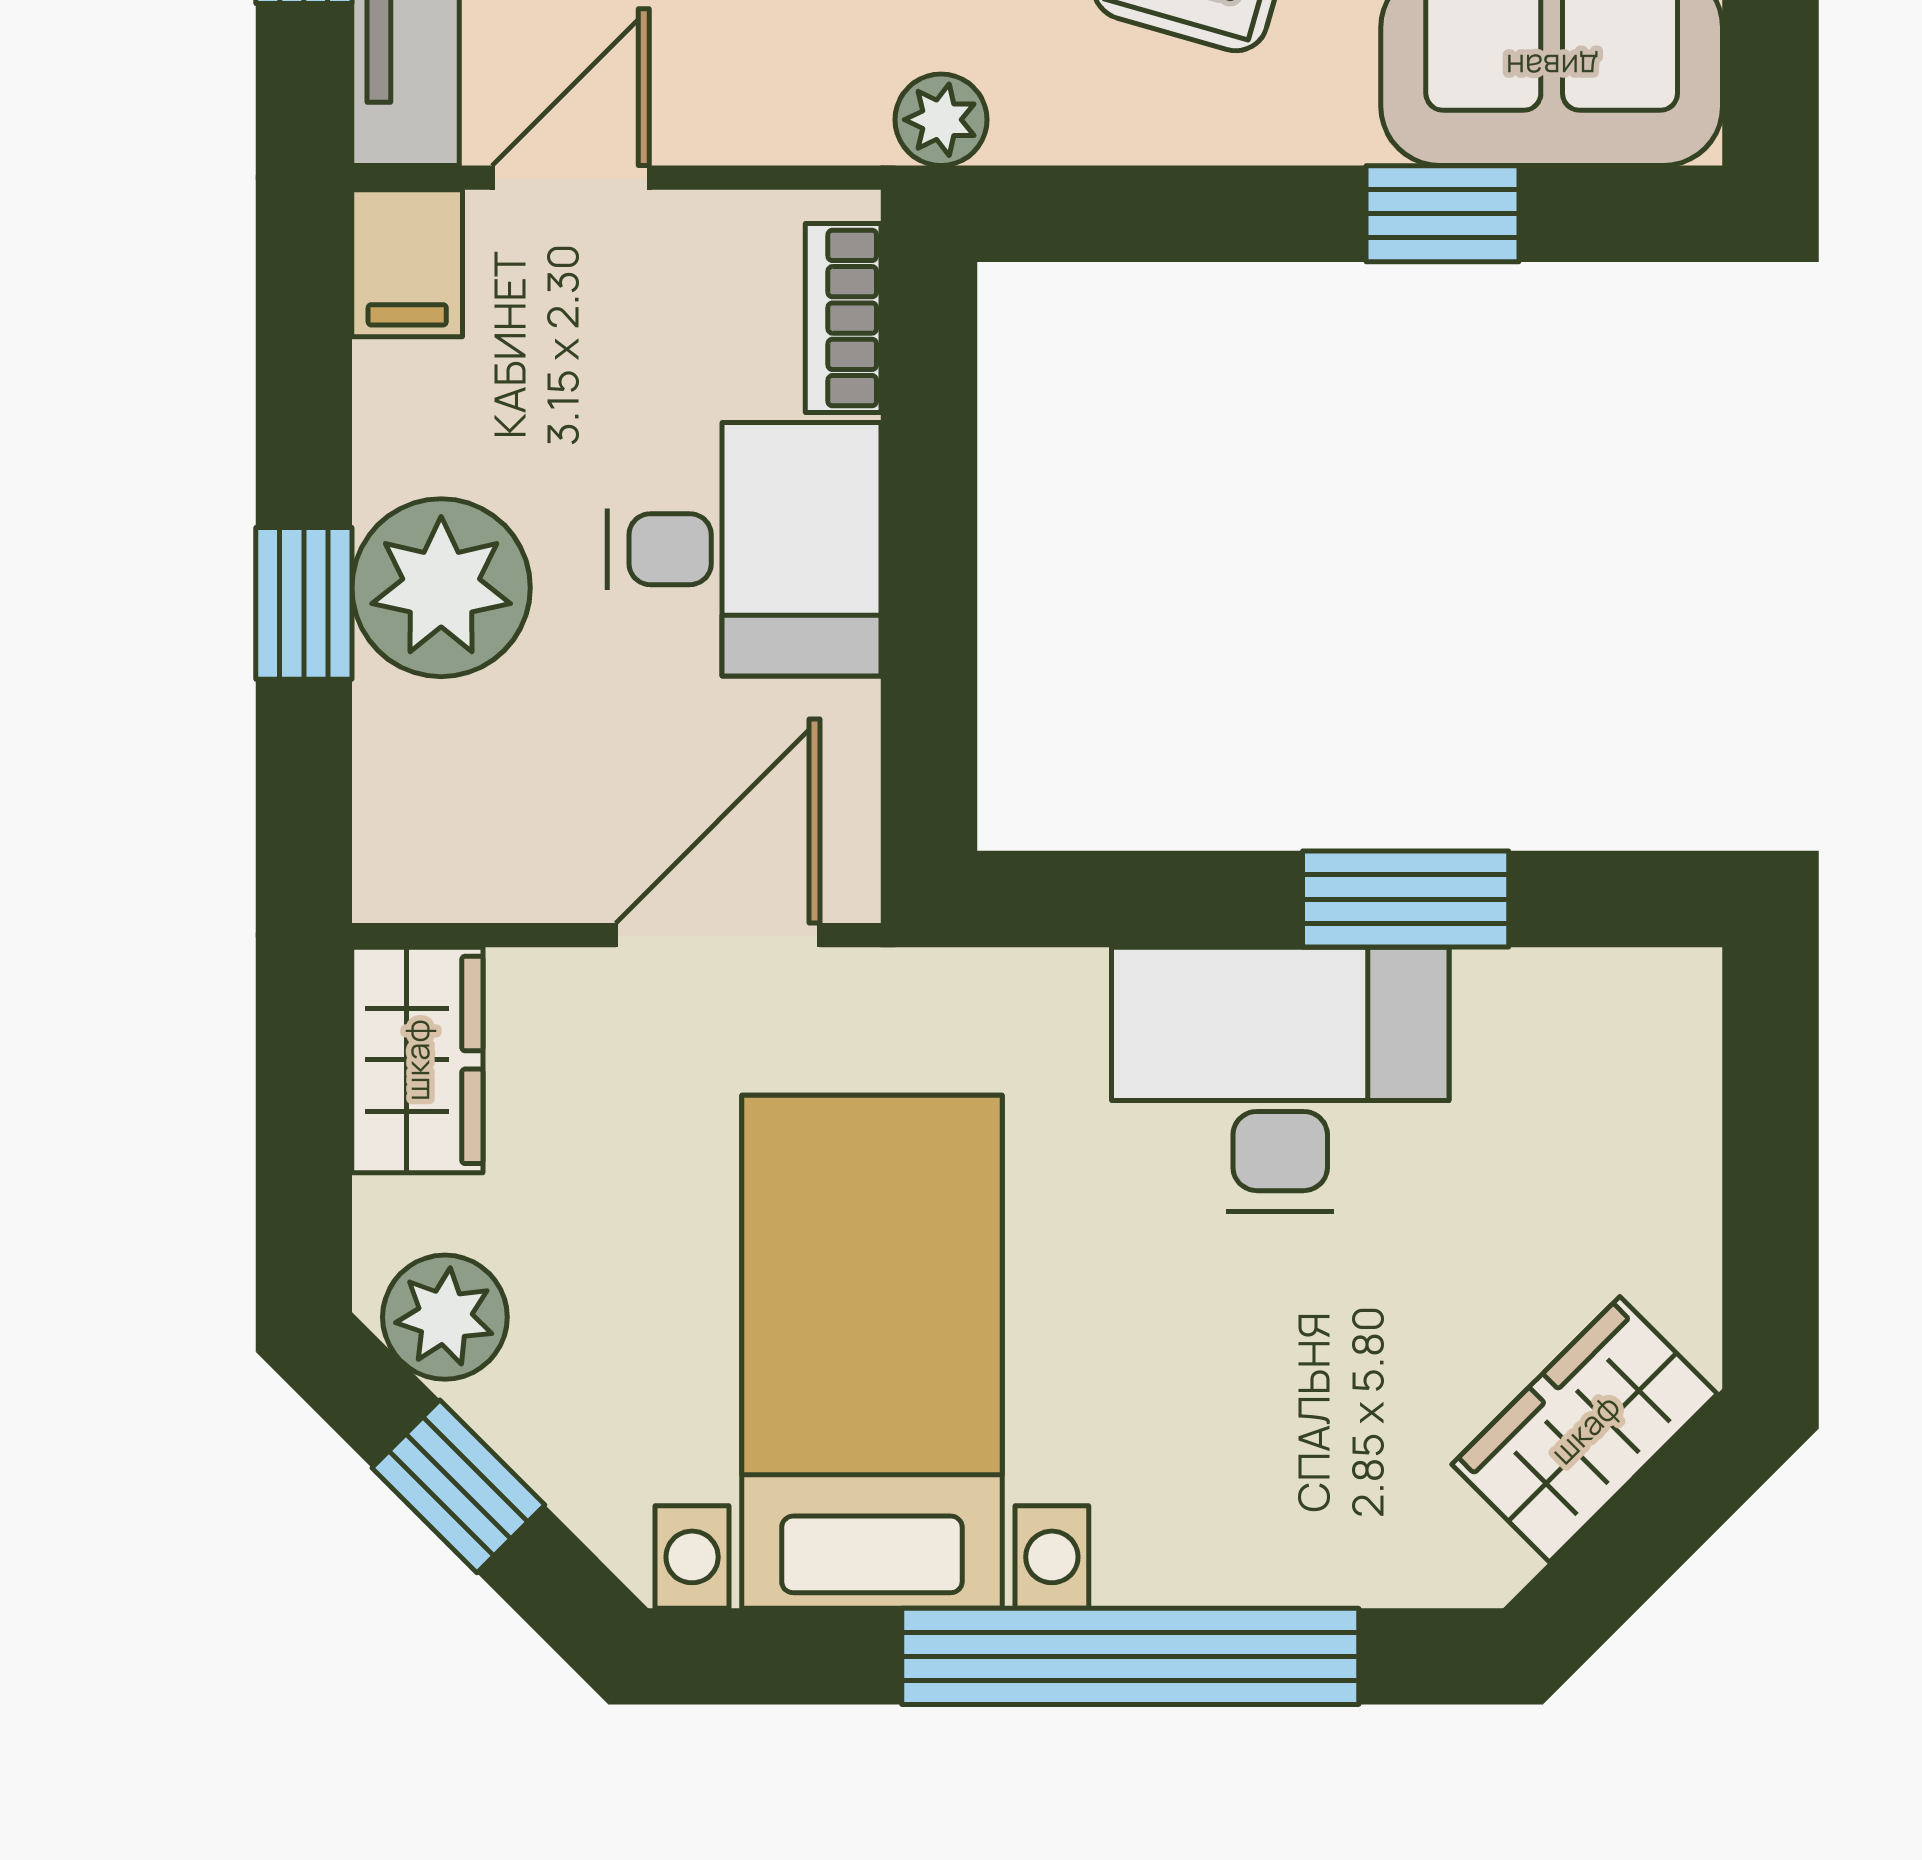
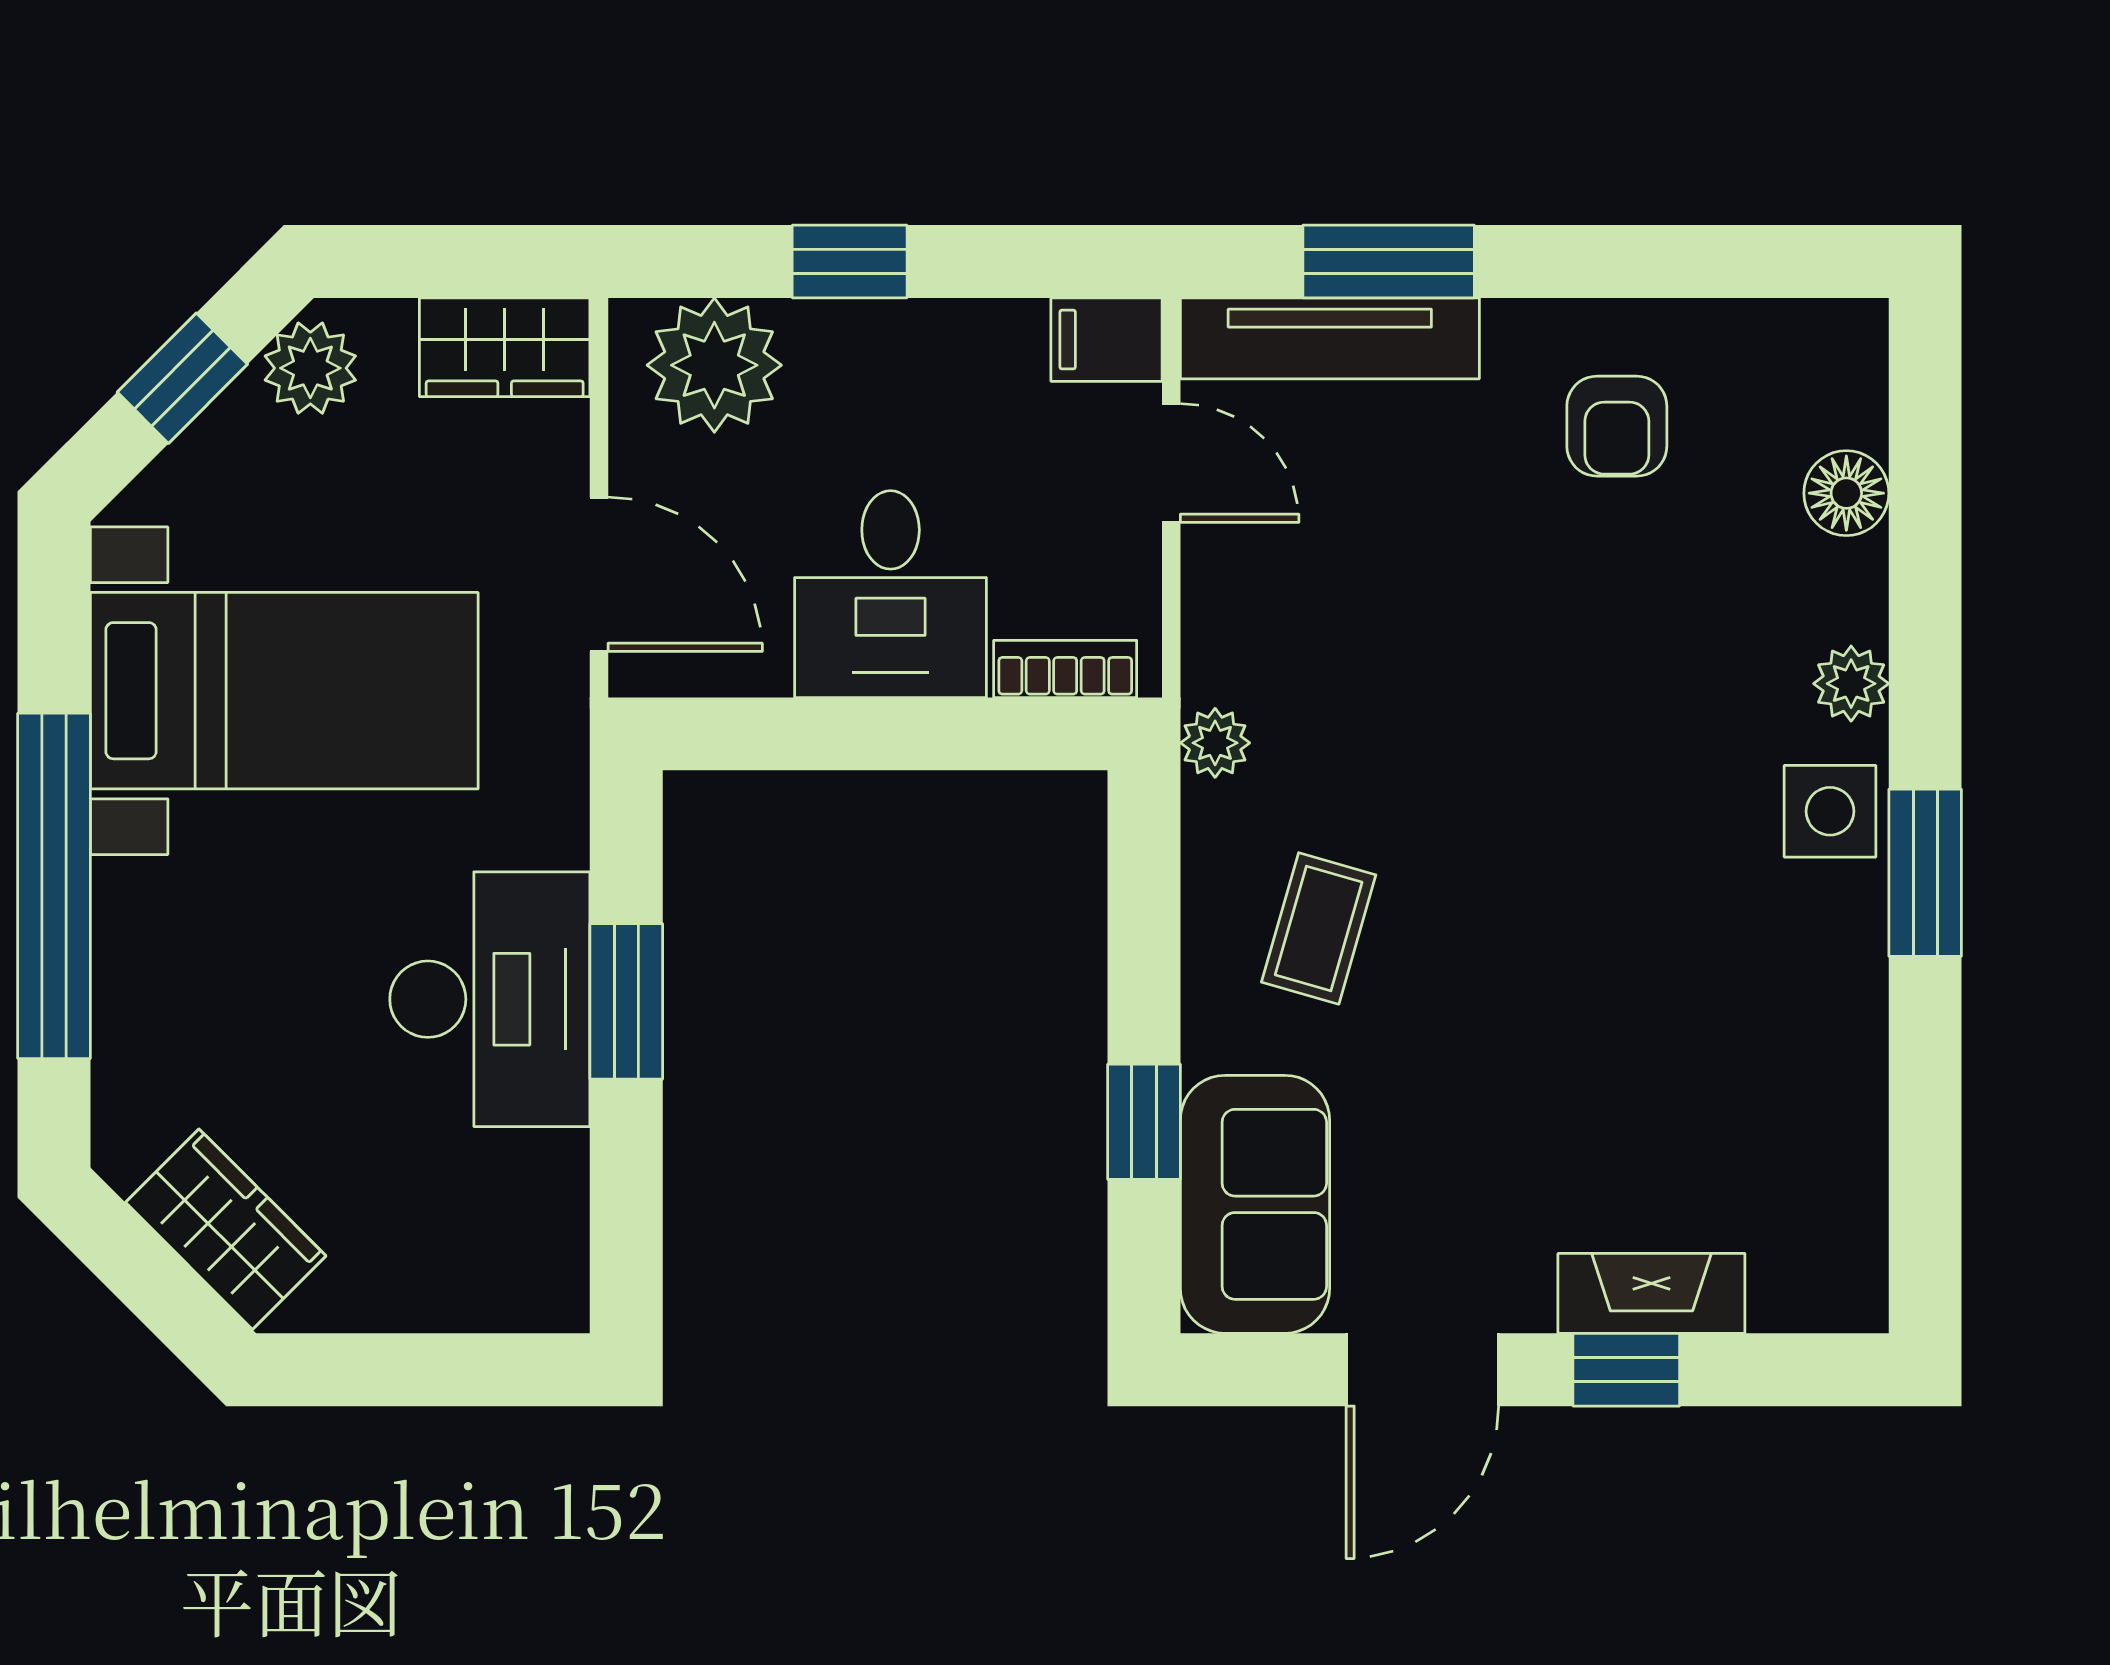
plant: (441, 588) -> (714, 365), moved
window: (1406, 899) -> (626, 1001), moved

